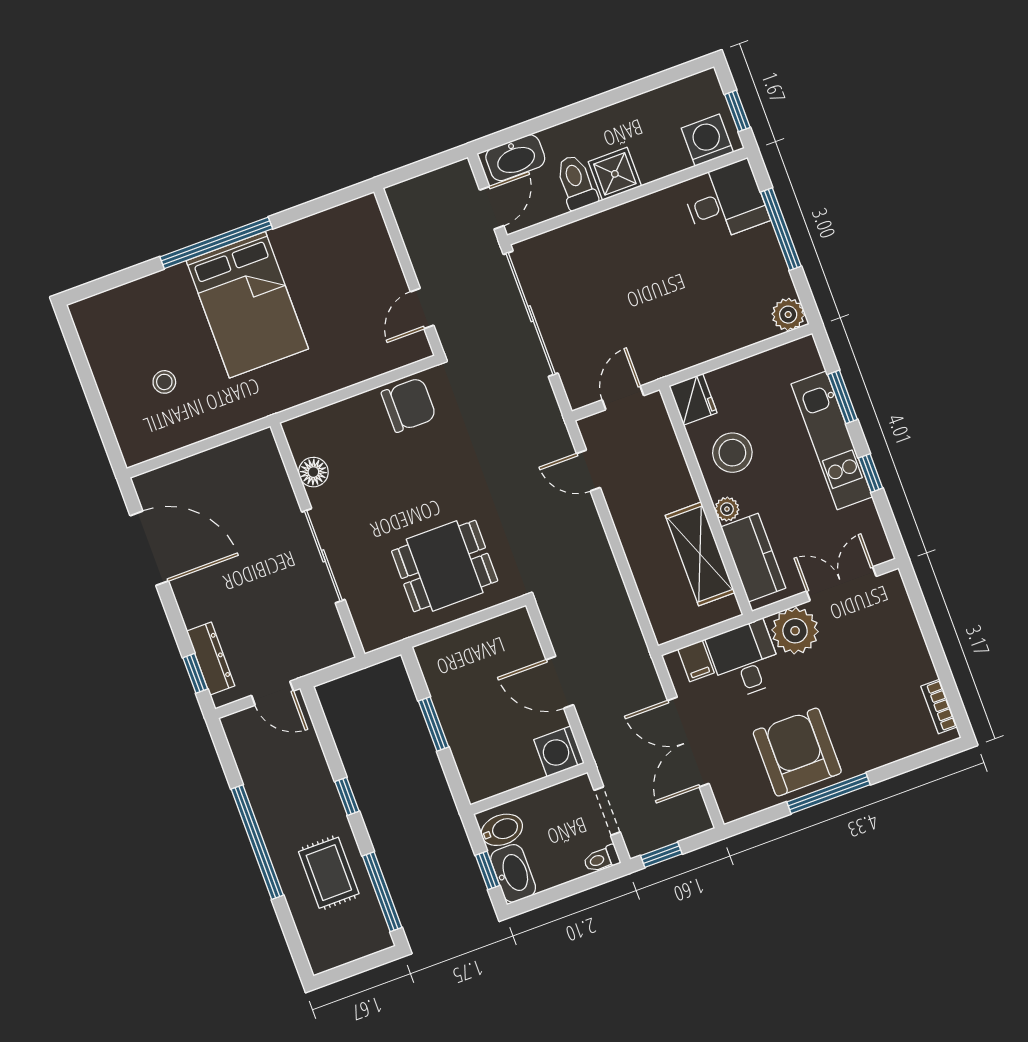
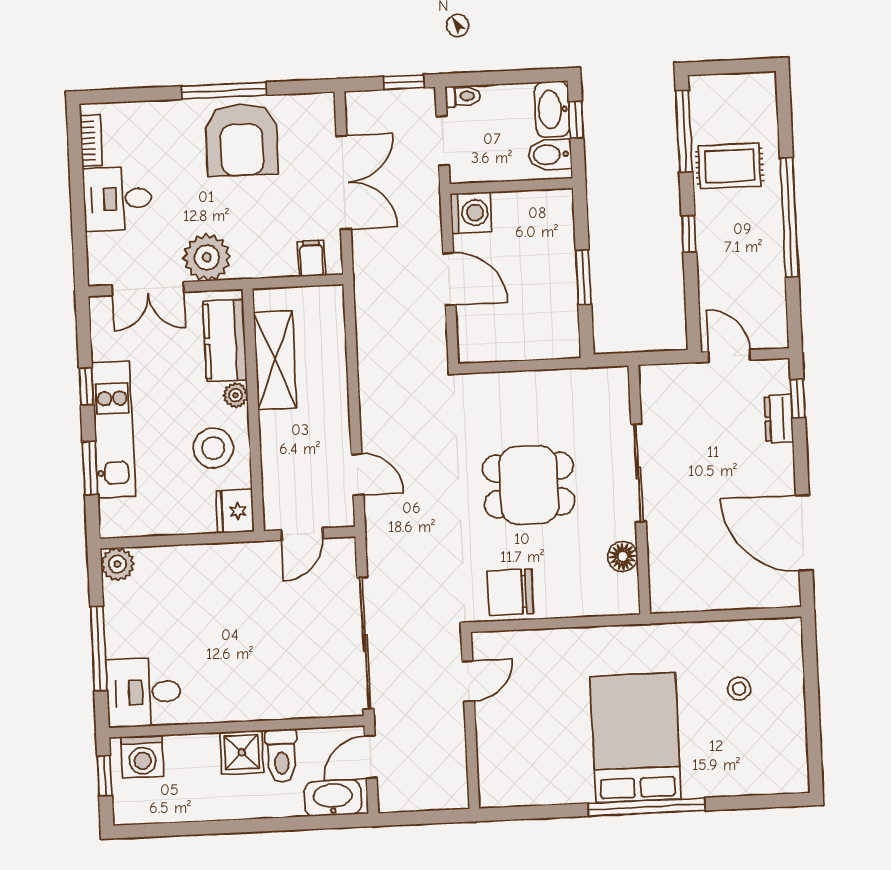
dining table: (445, 566) -> (529, 485), moved
dresser: (211, 659) -> (779, 419), width x0.70
desk: (745, 660) -> (117, 199), moved, turned 90
rug: (329, 873) -> (730, 166), turned 90

